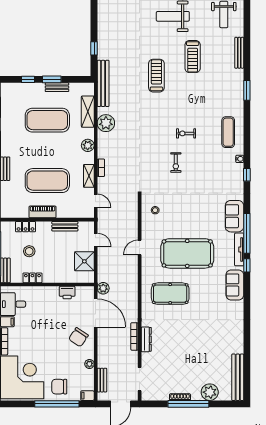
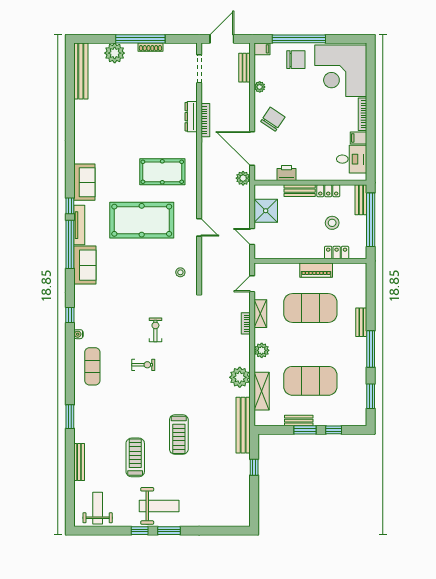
door: (96, 201) -> (252, 284), hinge flipped
bench: (65, 226) -> (300, 191), moved
door: (140, 247) -> (199, 227), hinge flipped

